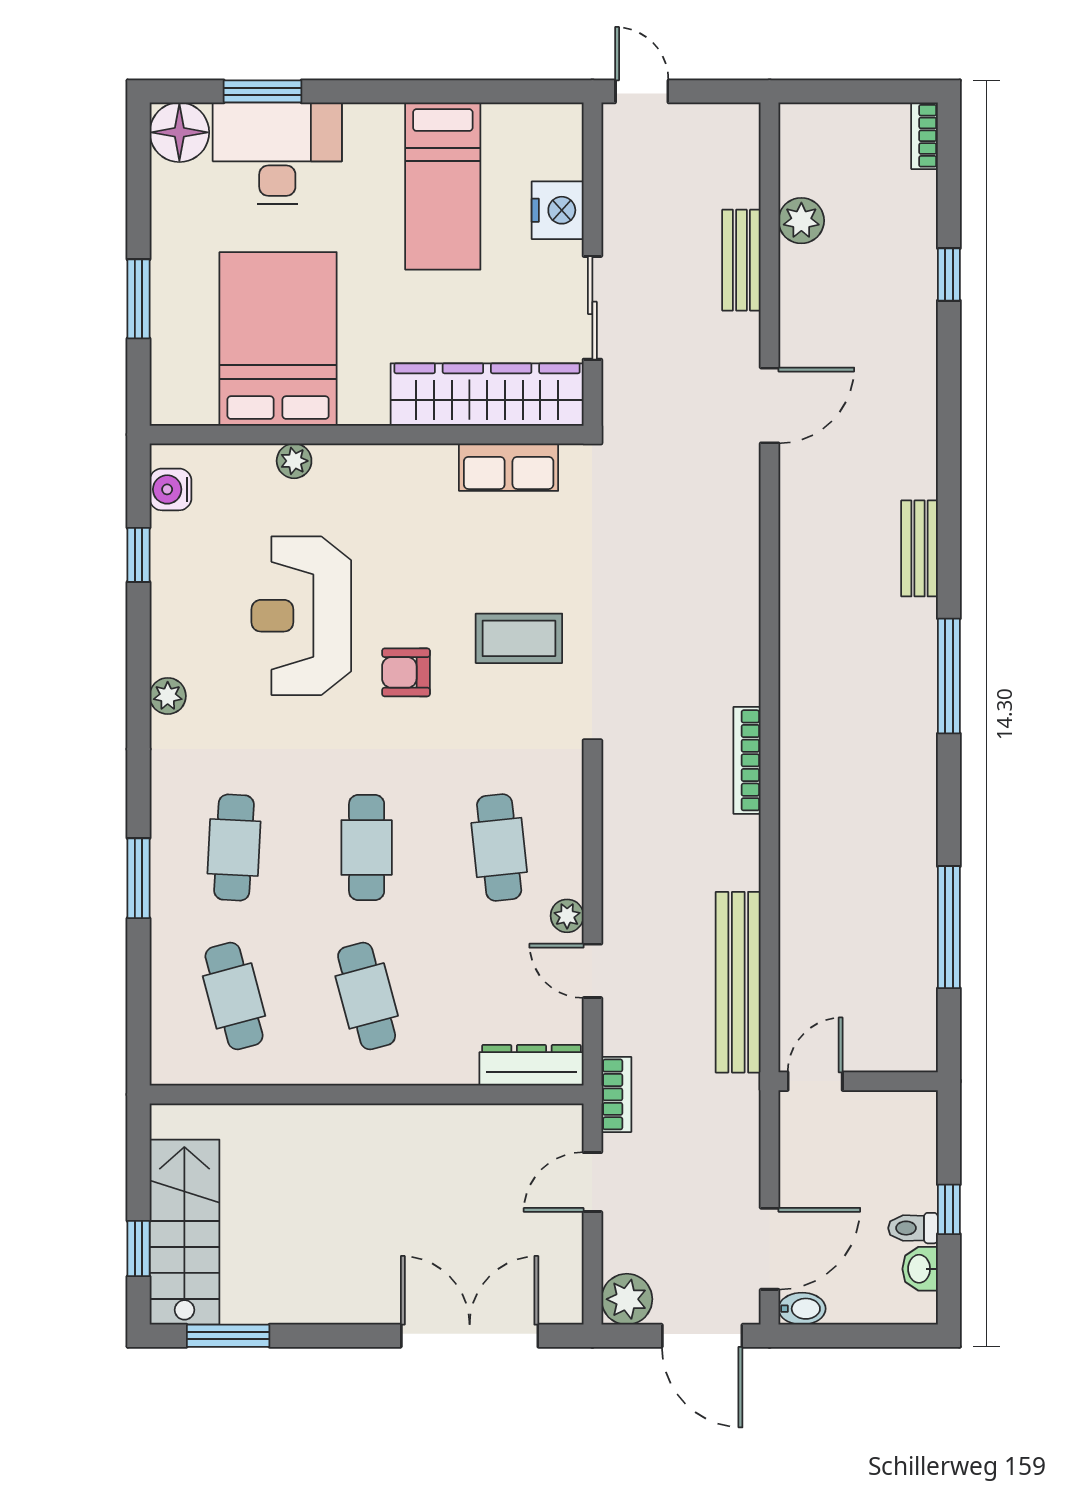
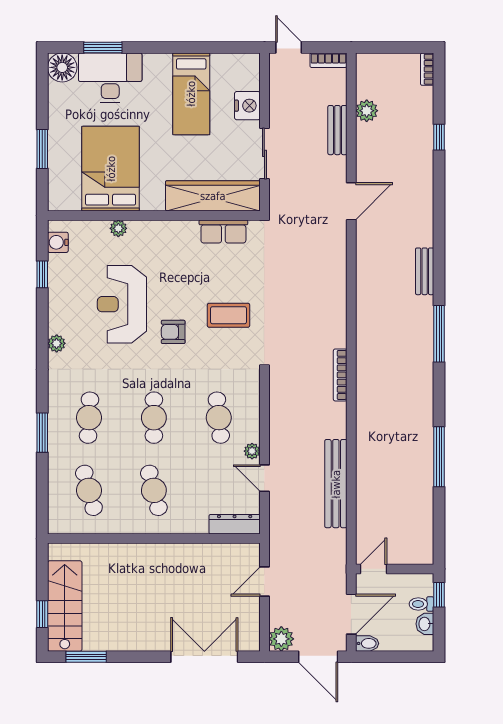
door: (815, 1081) -> (374, 569), moved
wall: (858, 1081) -> (395, 569), moved
bookcase: (616, 1094) -> (328, 60), moved, turned 90

